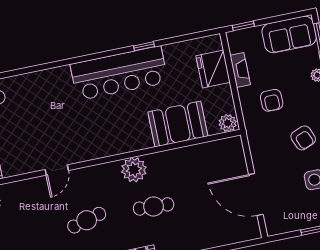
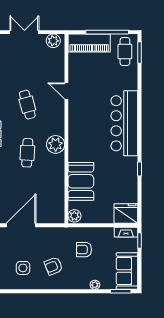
fridge: (213, 69) -> (126, 214), moved
fireplace: (240, 70) -> (126, 232), moved
bar counter: (119, 73) -> (124, 123), moved

